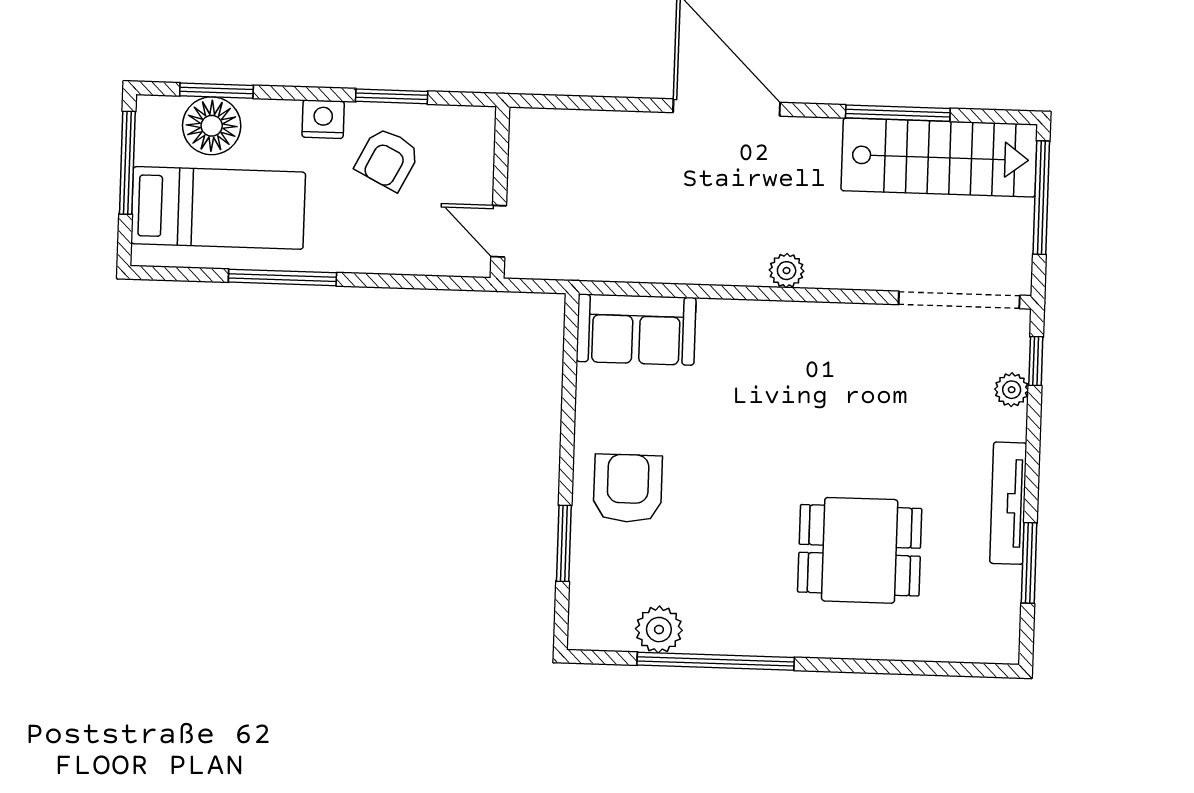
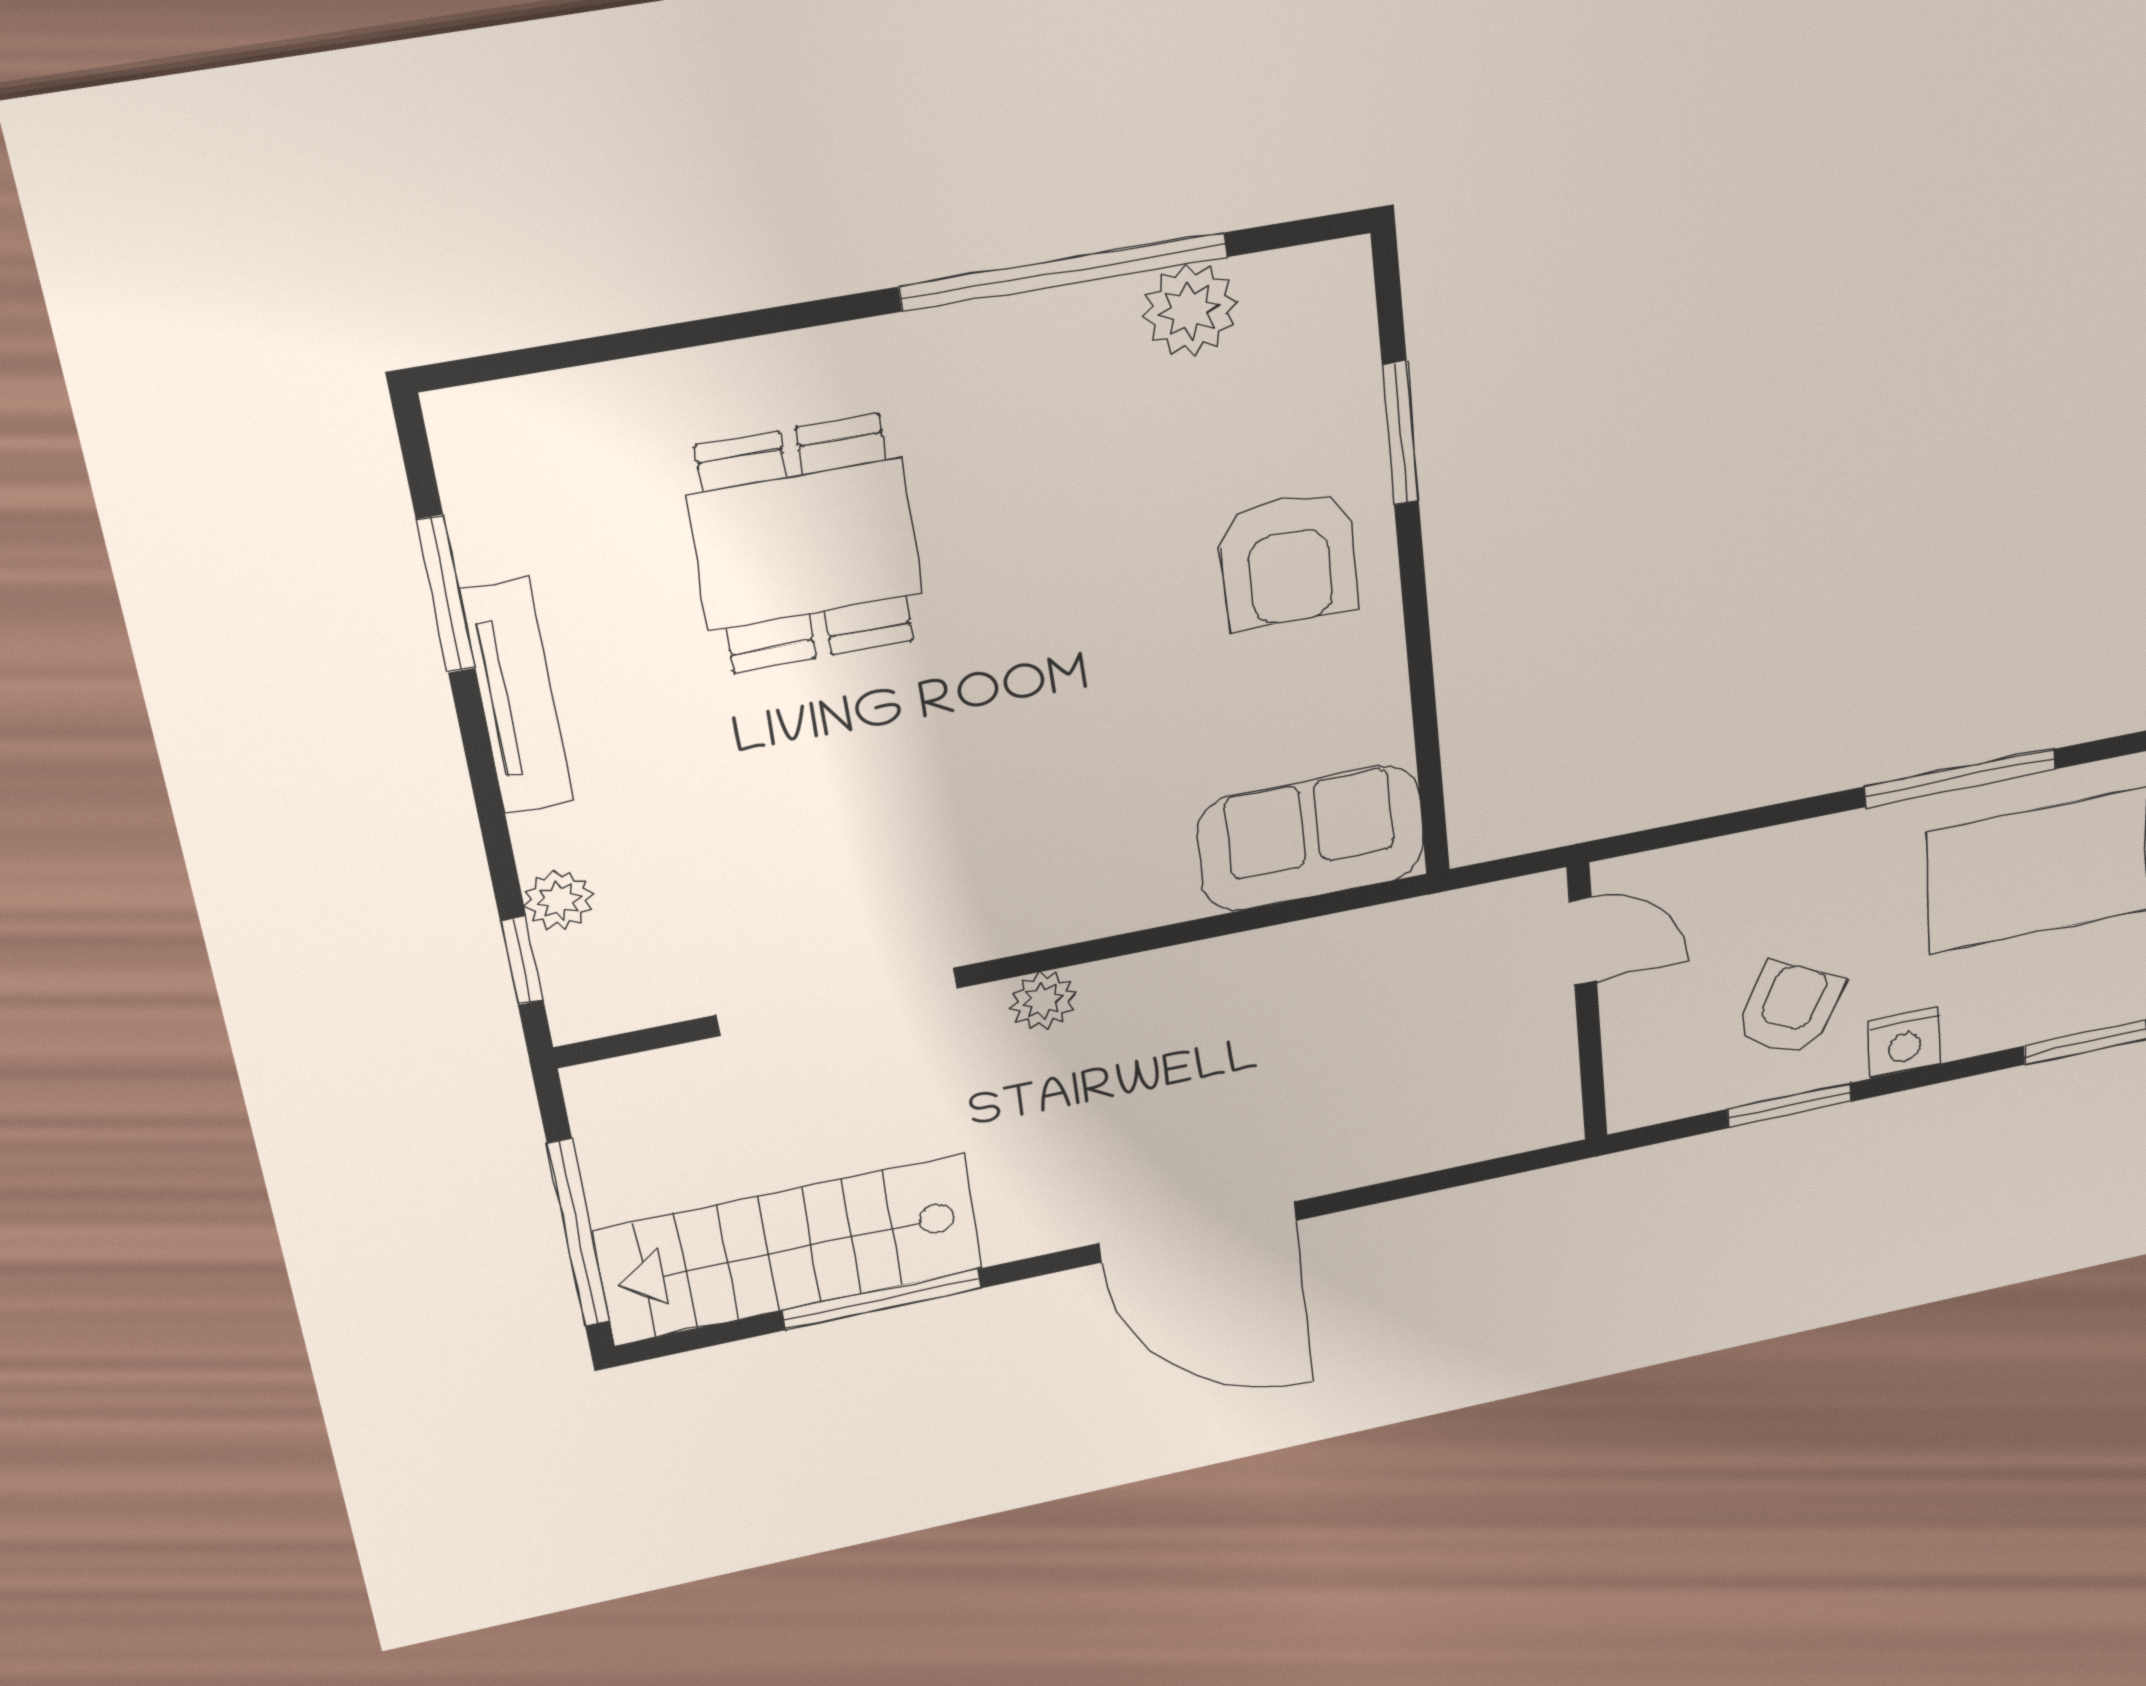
floor lamp: (212, 126) -> (2092, 987), removed
doorway: (959, 300) -> (837, 1002), moved
dining table: (860, 550) -> (806, 544), turned 90

